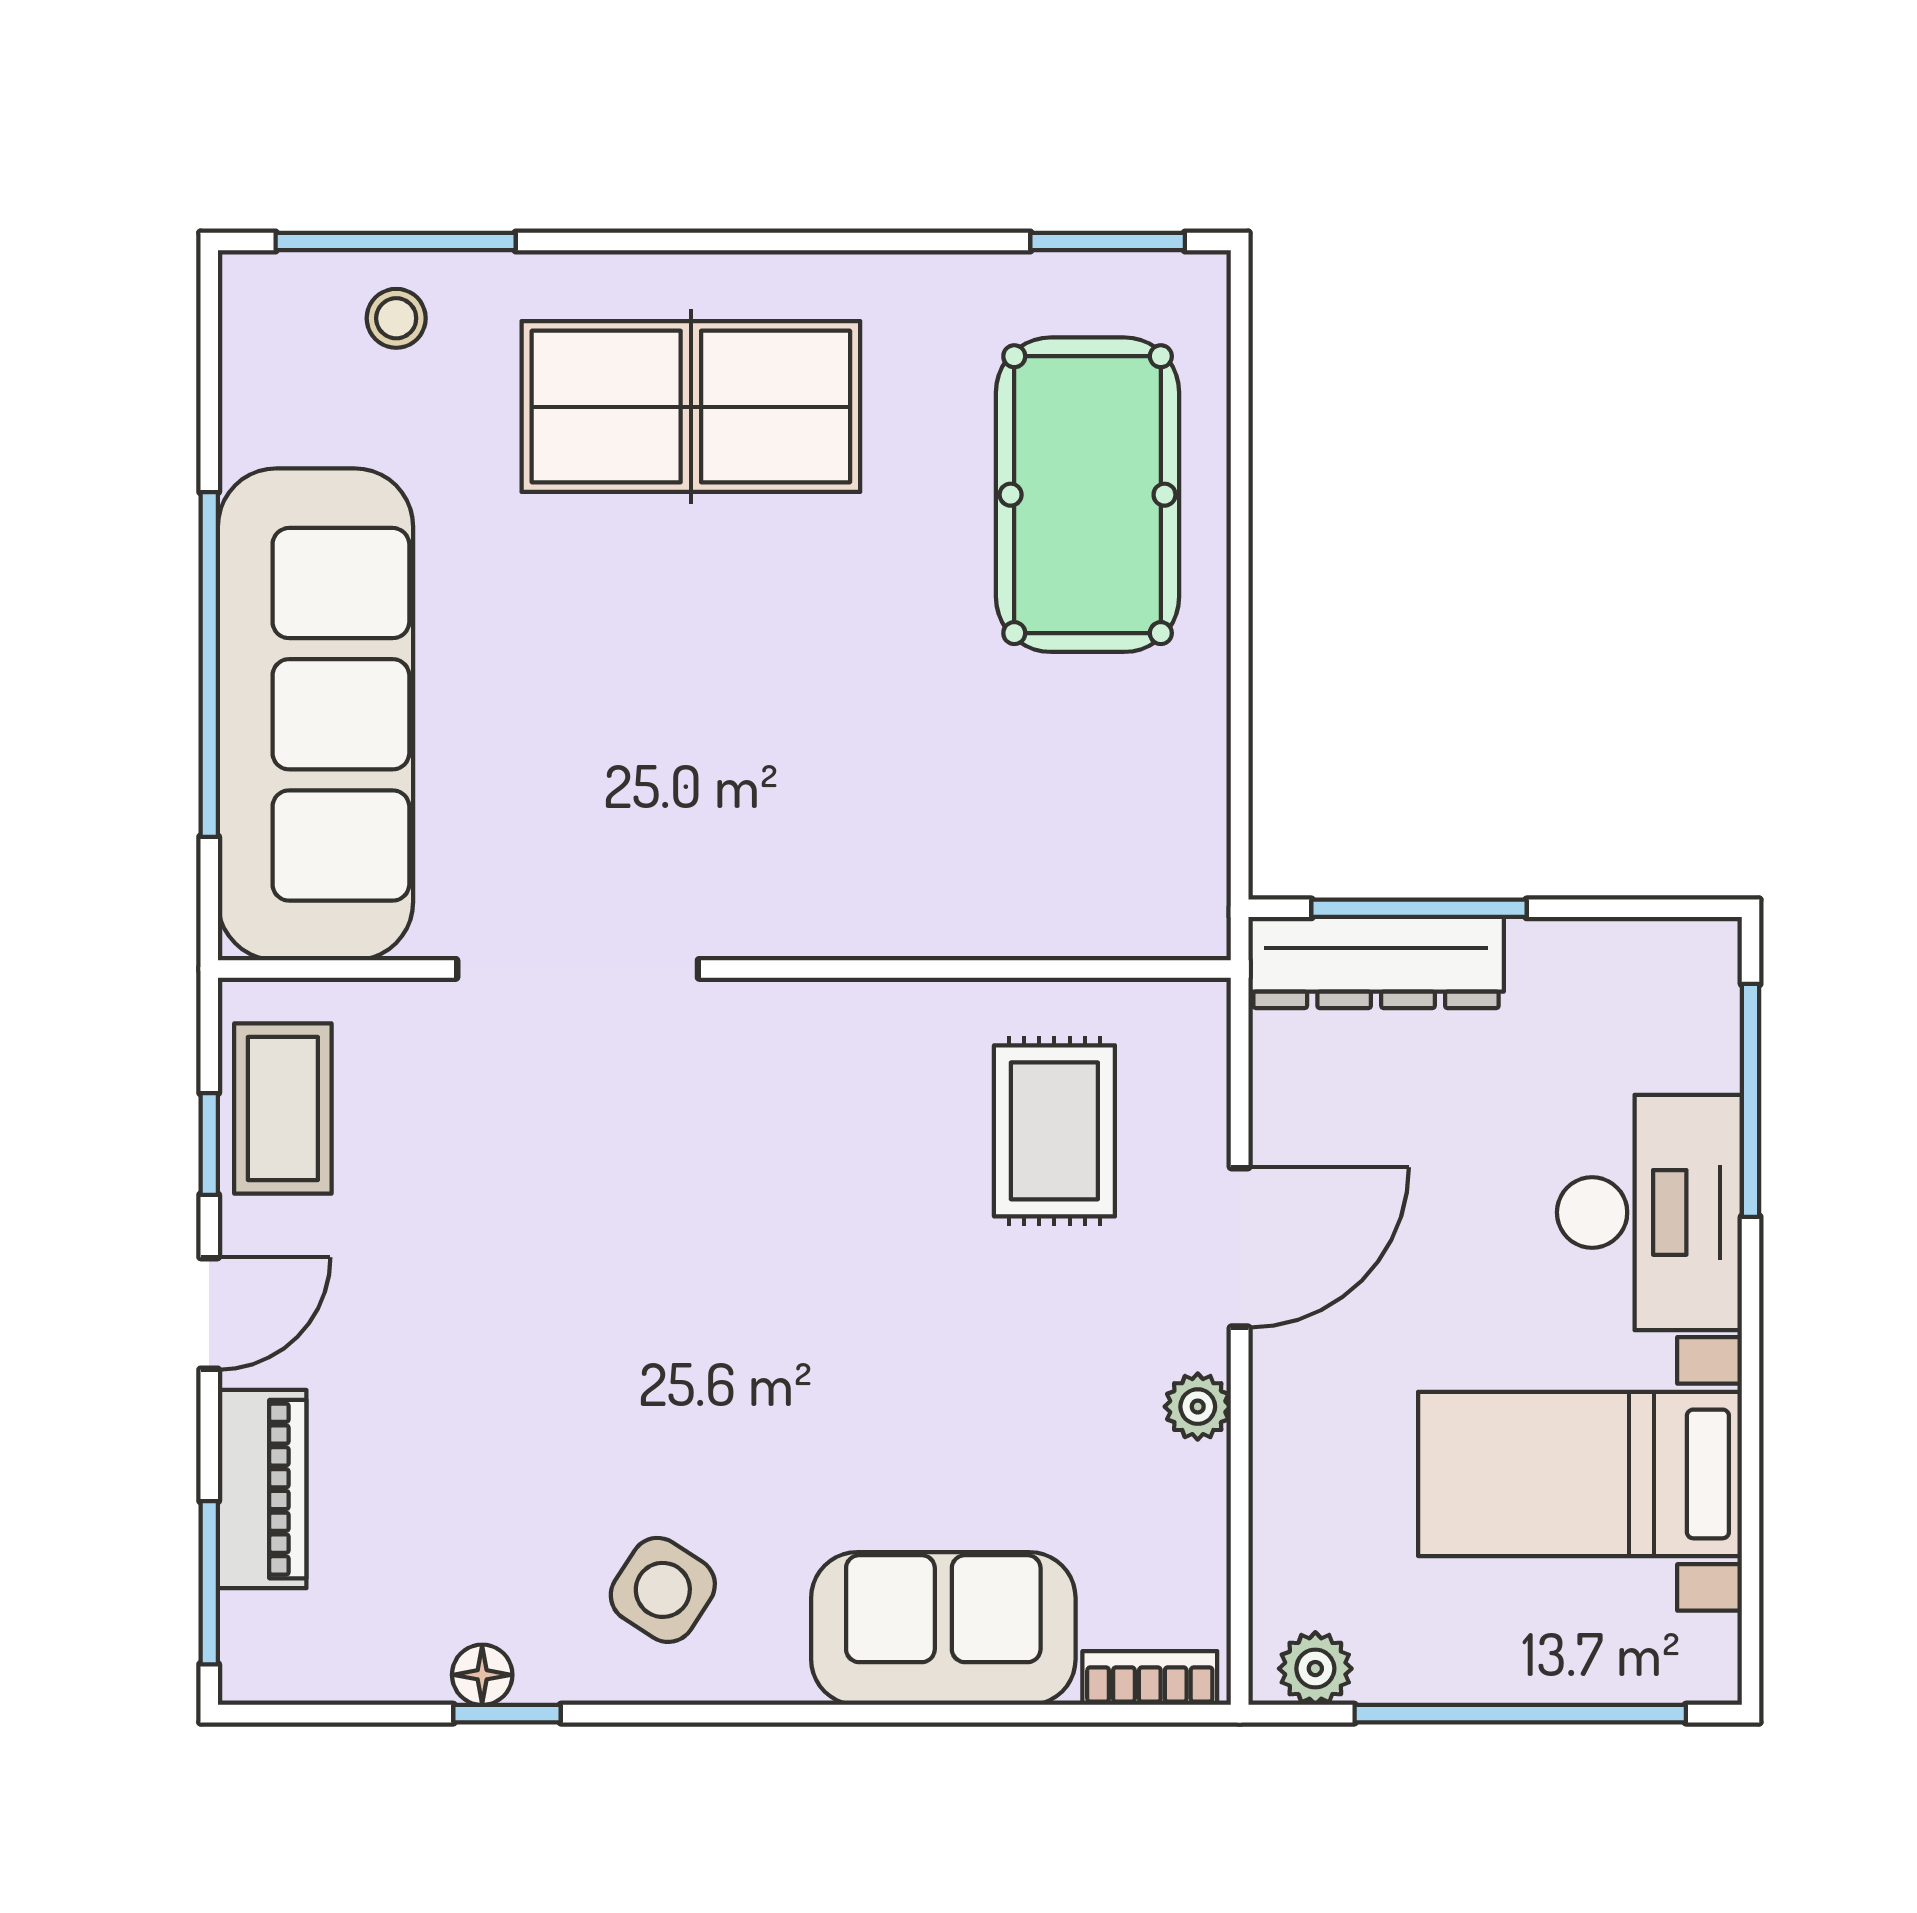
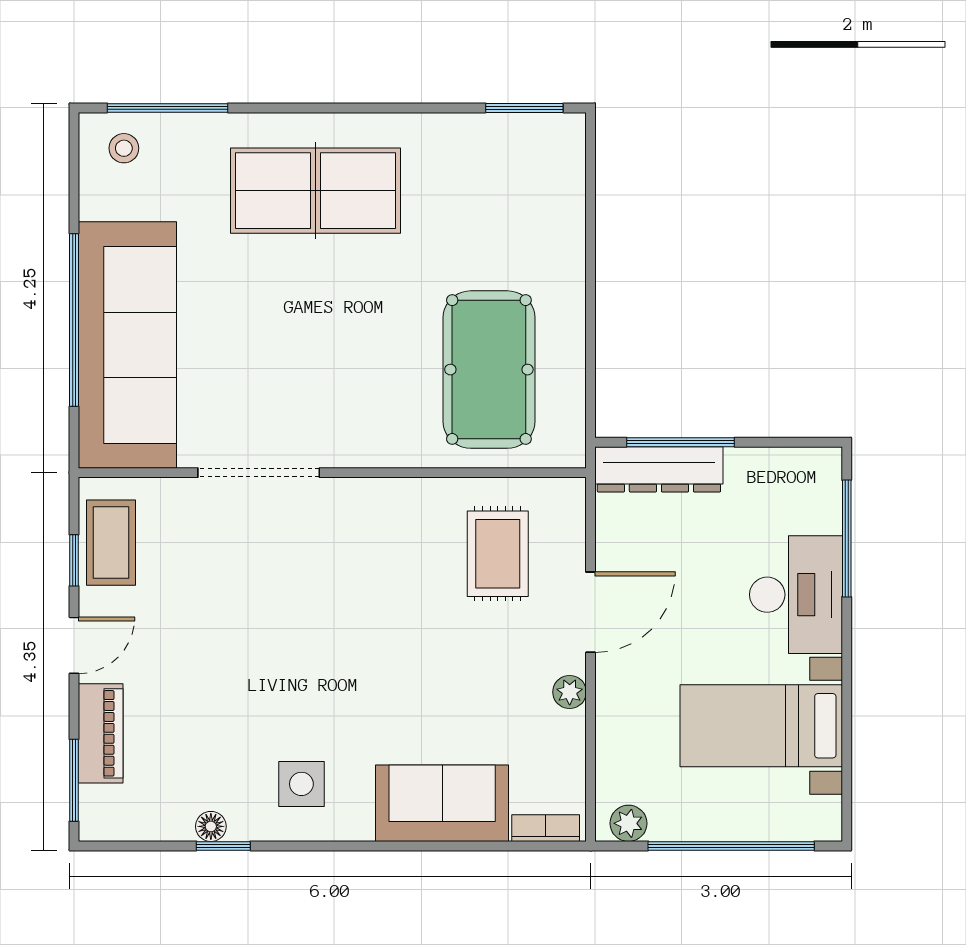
stool: (396, 318) -> (124, 148), moved
pool table: (1088, 495) -> (489, 370), moved
side table: (663, 1590) -> (301, 784), turned -33

